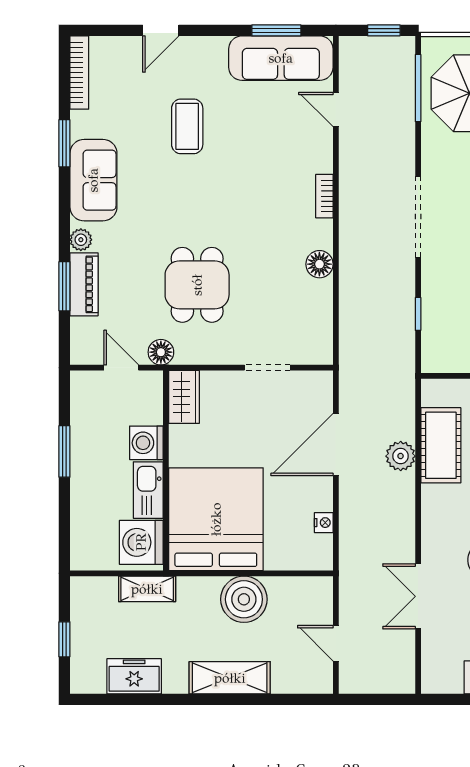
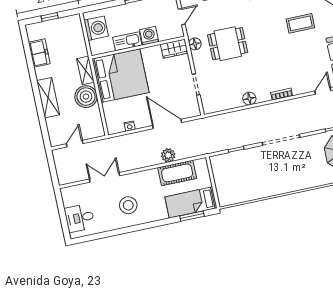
floor lamp: (161, 352) -> (195, 44), moved
washing machine: (141, 542) -> (96, 28), moved, turned 90
shelving: (147, 589) -> (86, 70), moved

